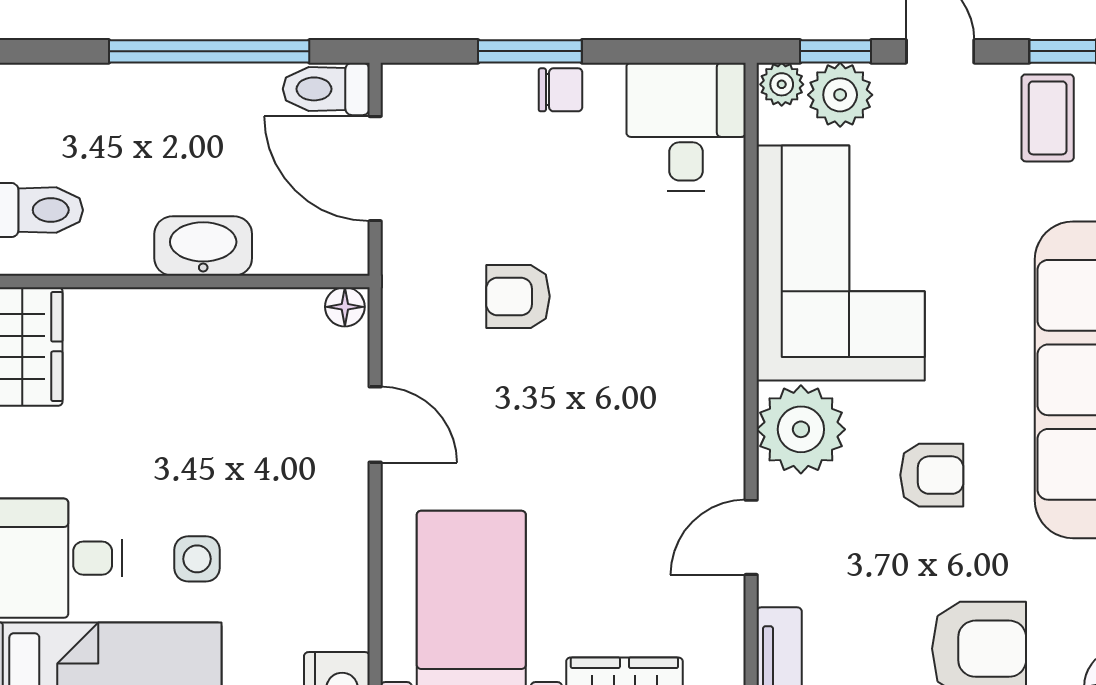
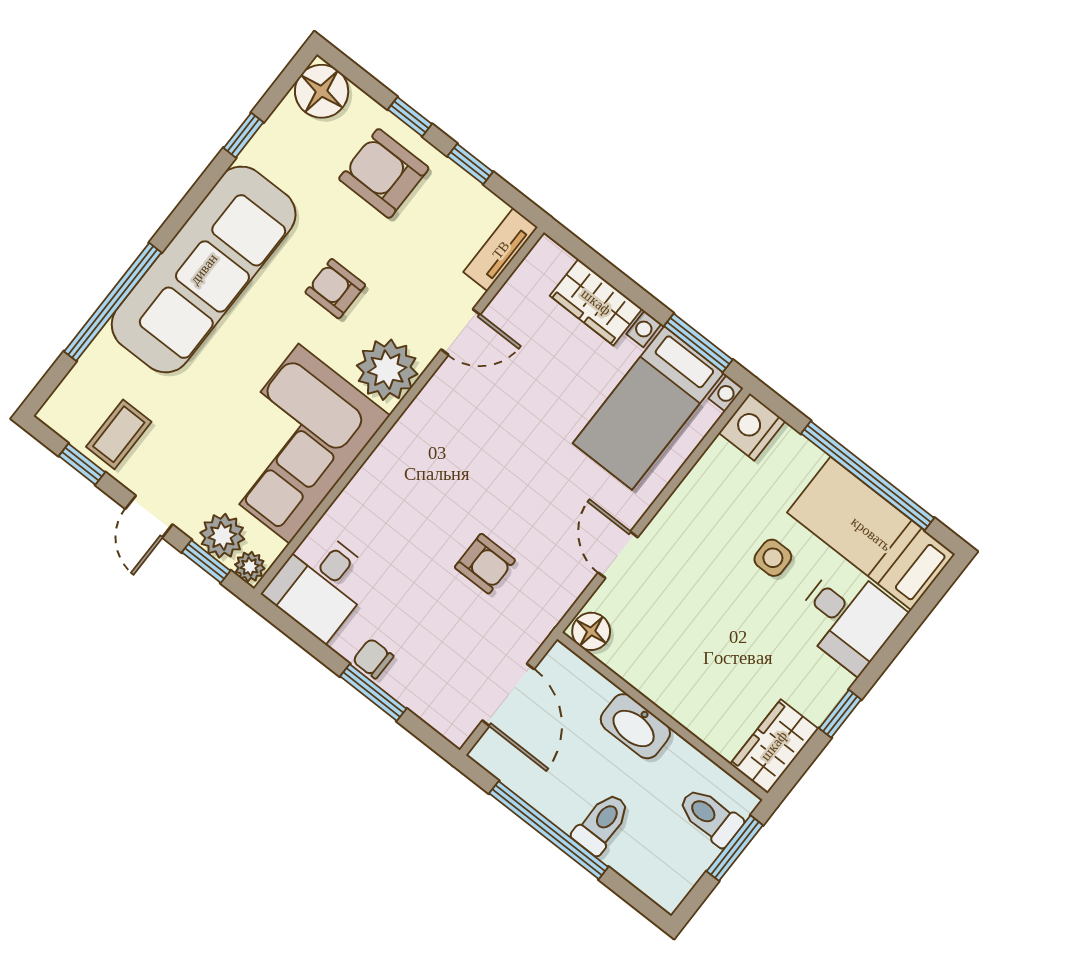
toilet: (326, 89) -> (602, 823), moved, turned -90
floor lamp: (345, 307) -> (591, 631), width x1.37, depth x1.37

